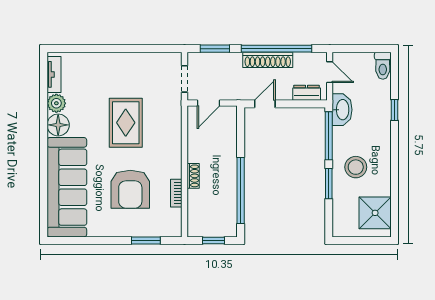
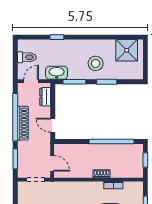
toilet: (383, 66) -> (27, 57), moved
window: (329, 136) -> (74, 82), width x0.69

